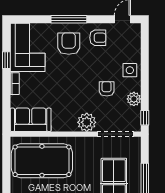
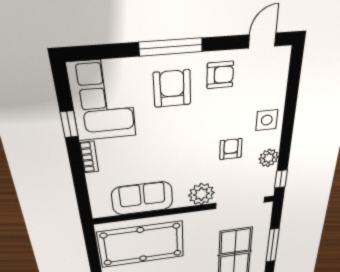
sofa: (31, 120) -> (142, 198), moved

